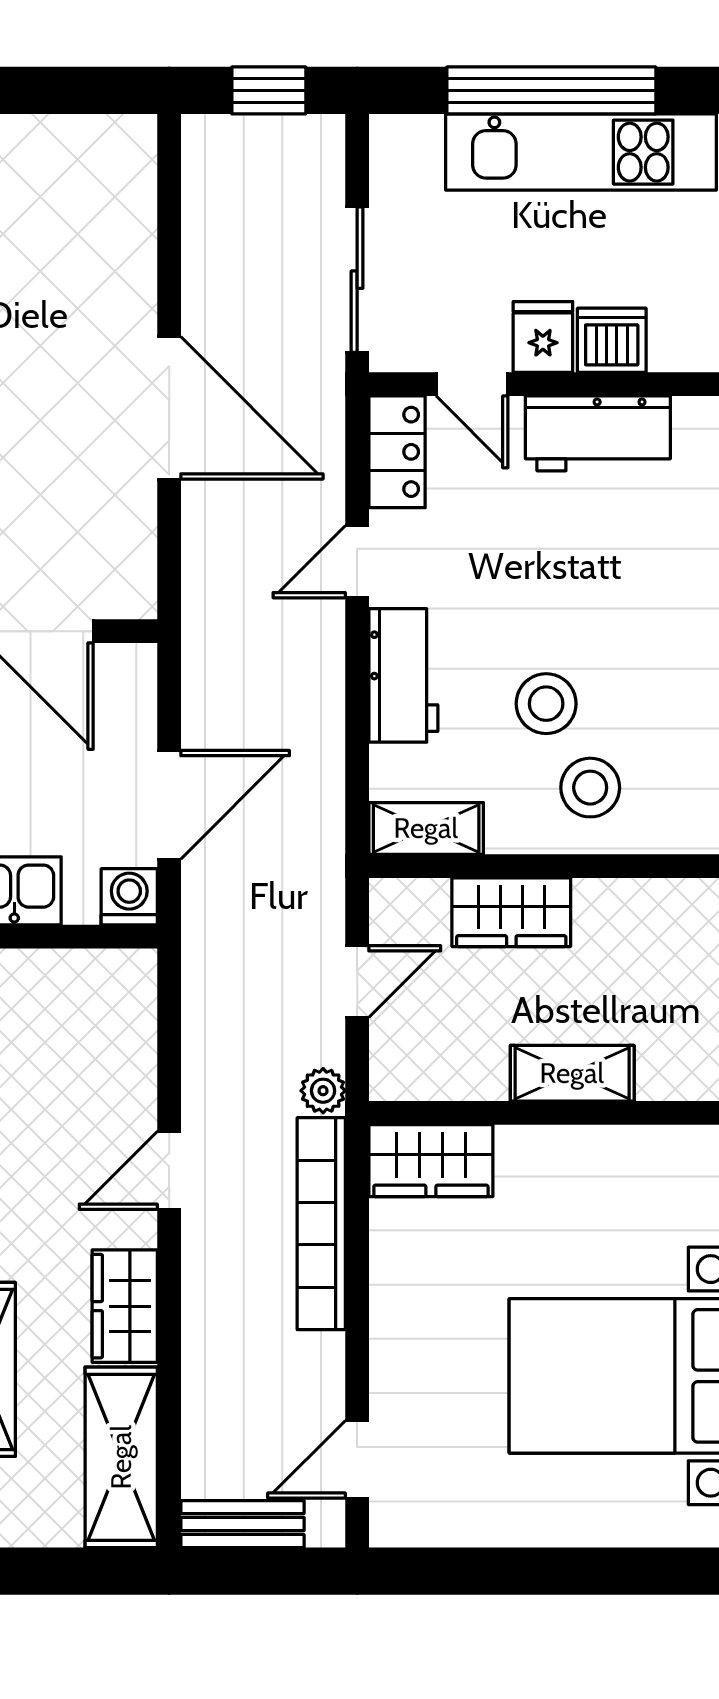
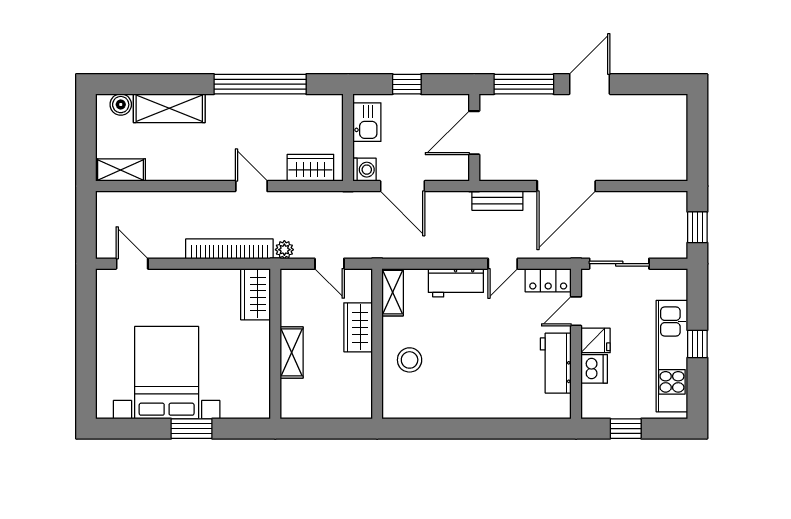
window: (551, 90) -> (697, 344), width x0.32
door: (357, 562) -> (503, 264), swing flipped
stool: (546, 704) -> (444, 342), removed
wardrobe: (125, 1306) -> (310, 168), moved
shelving: (121, 1457) -> (121, 170), width x0.67, depth x0.75
bench: (242, 1524) -> (497, 201), moved, turned 90

